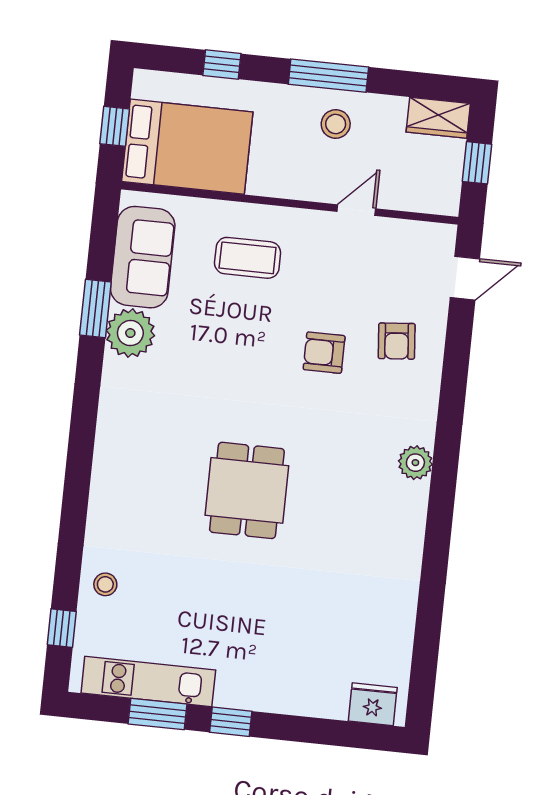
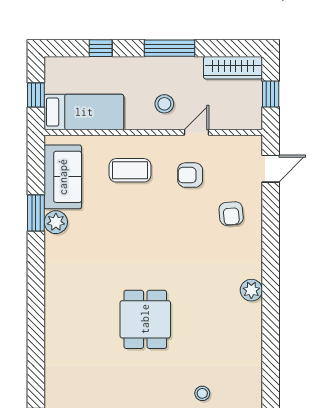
wardrobe: (438, 118) -> (233, 68), width x1.50
stool: (336, 124) -> (164, 104), moved
bed: (187, 147) -> (84, 112), width x0.67
plant: (130, 333) -> (56, 222), width x0.73, depth x0.73
armchair: (324, 353) -> (190, 175), moved
stool: (105, 584) -> (202, 393), moved

